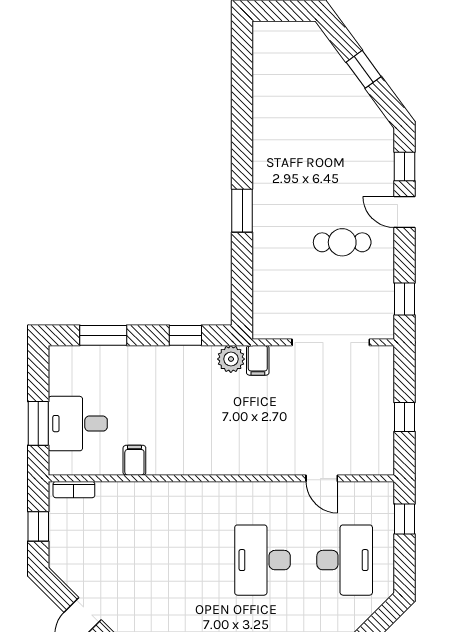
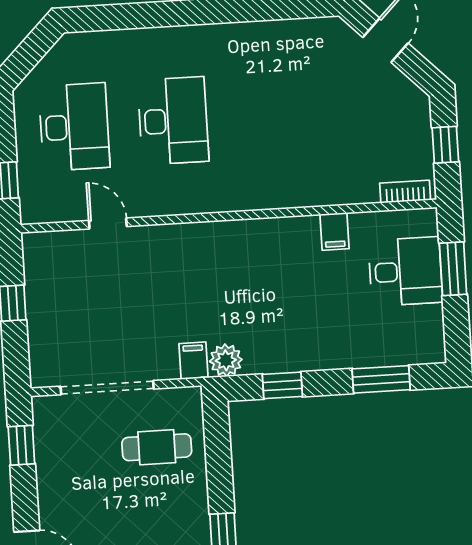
cafe table: (342, 242) -> (157, 447), moved
desk: (345, 560) -> (74, 127), turned 180

